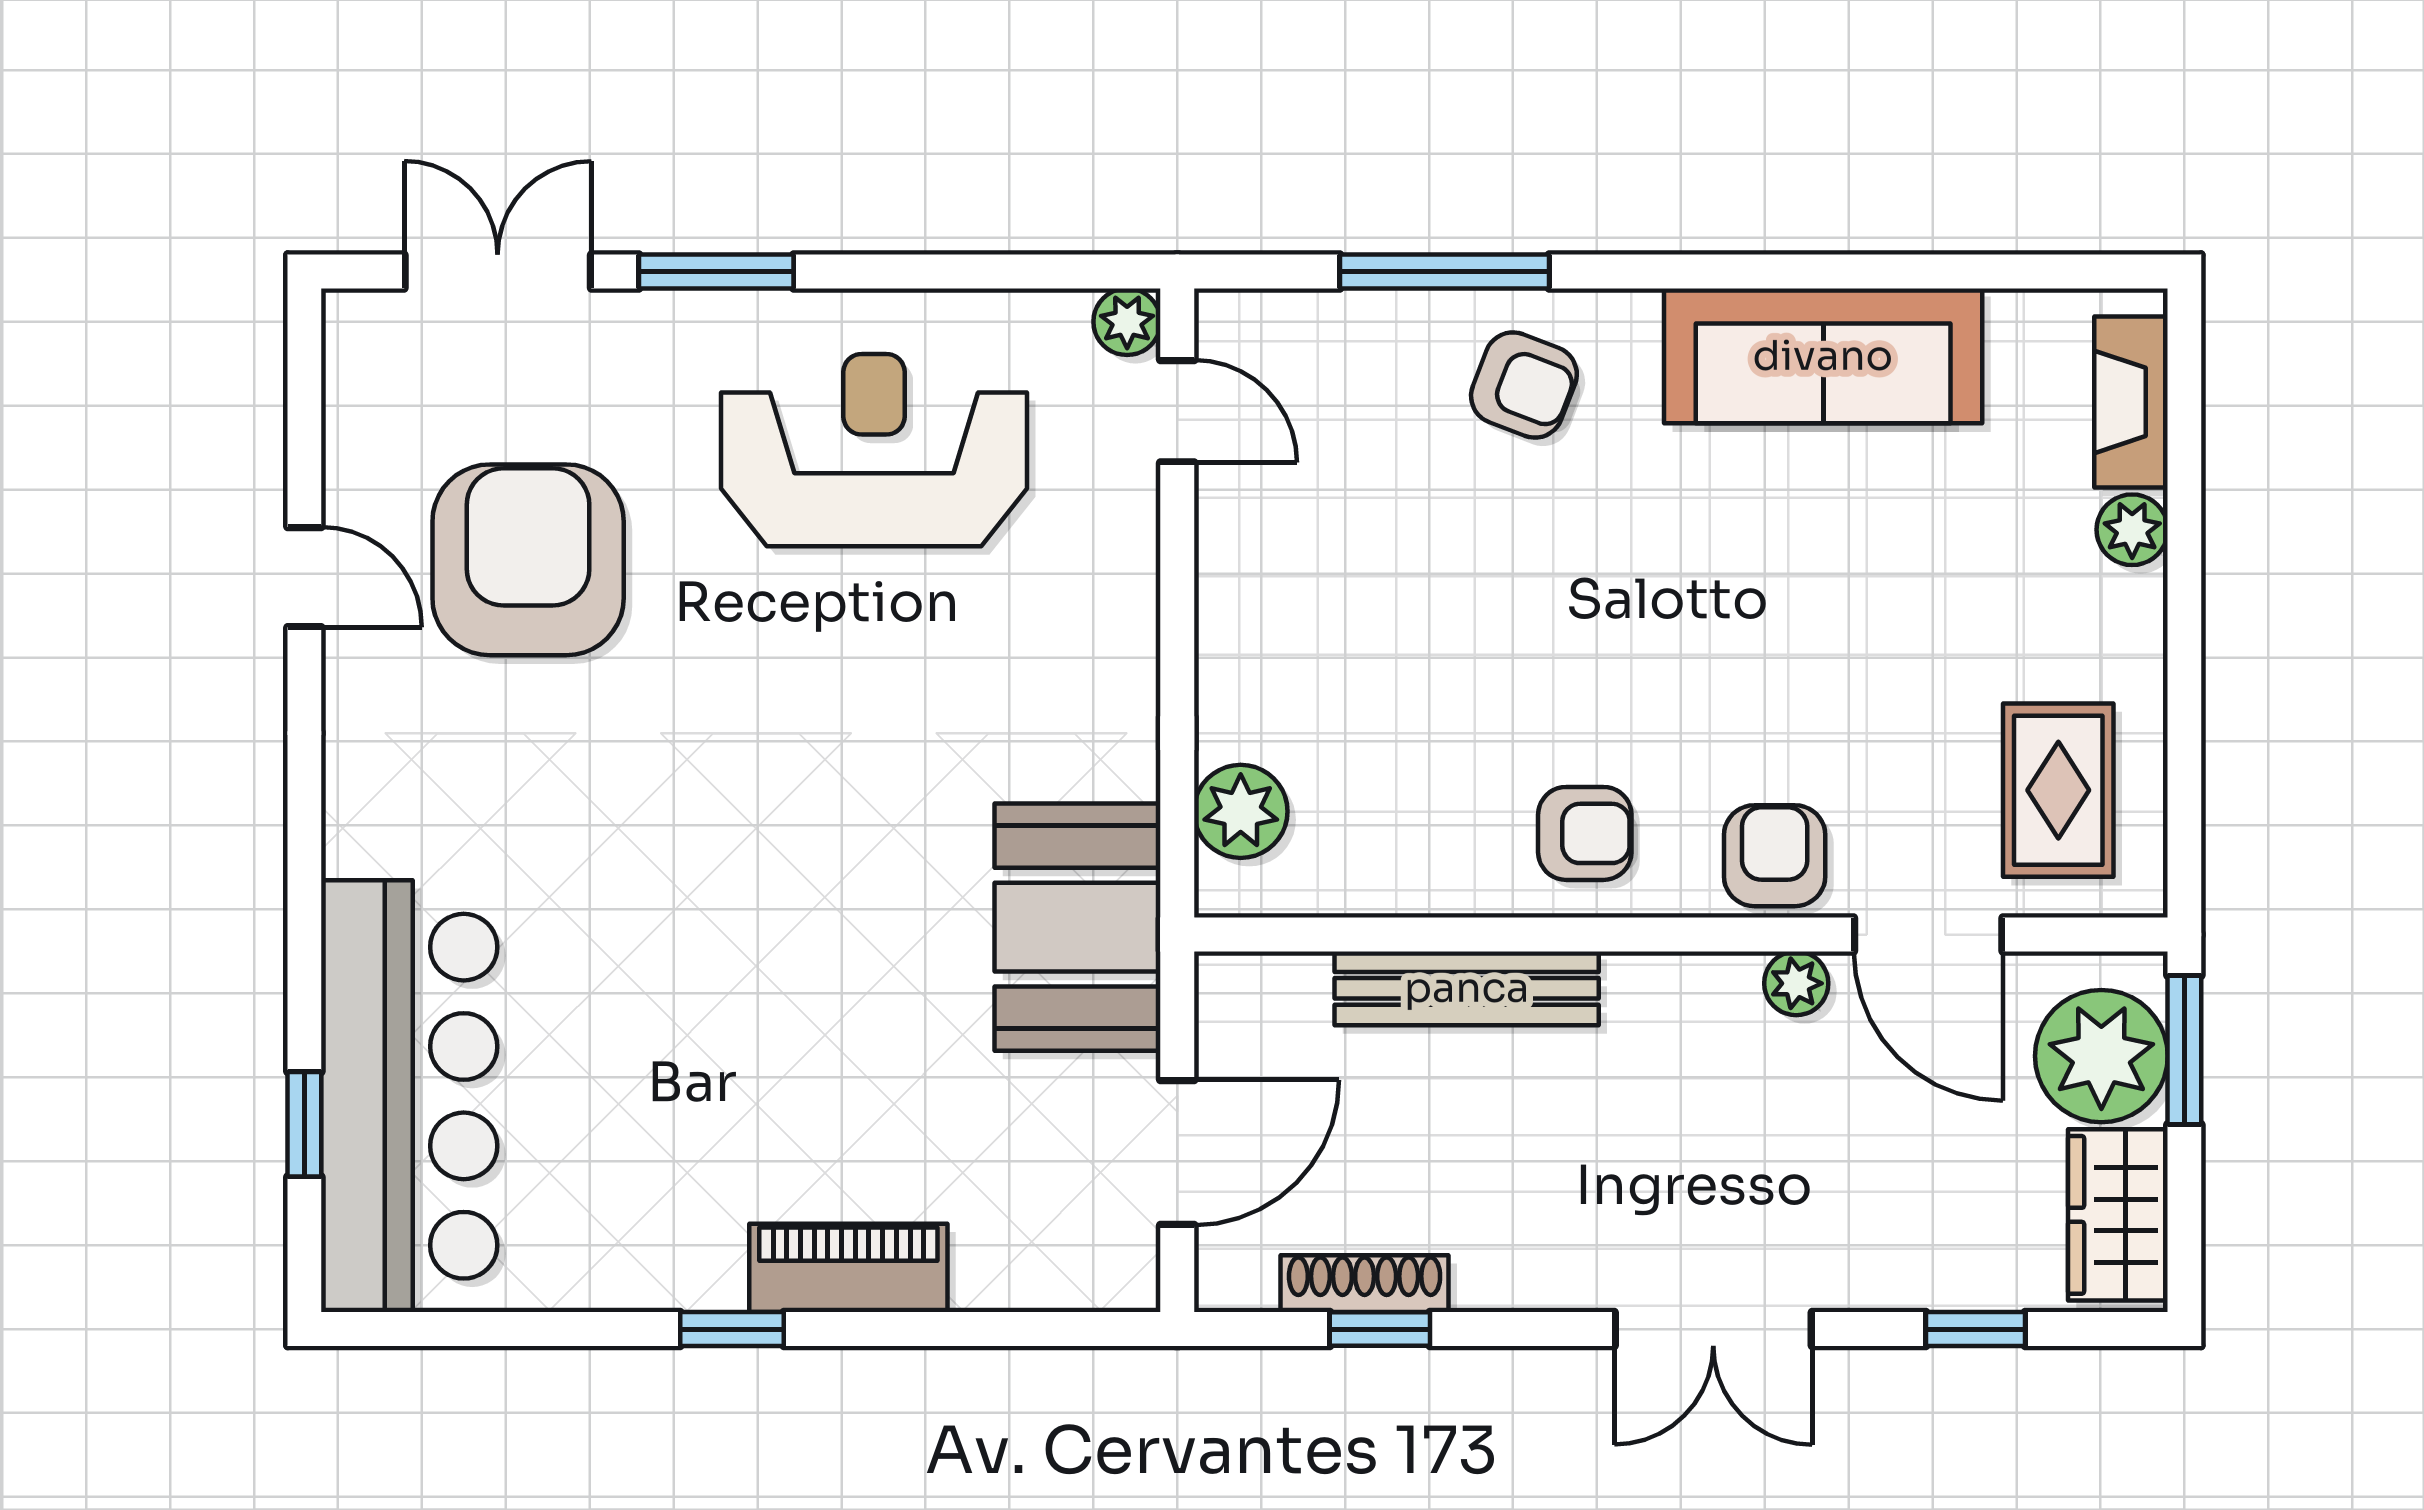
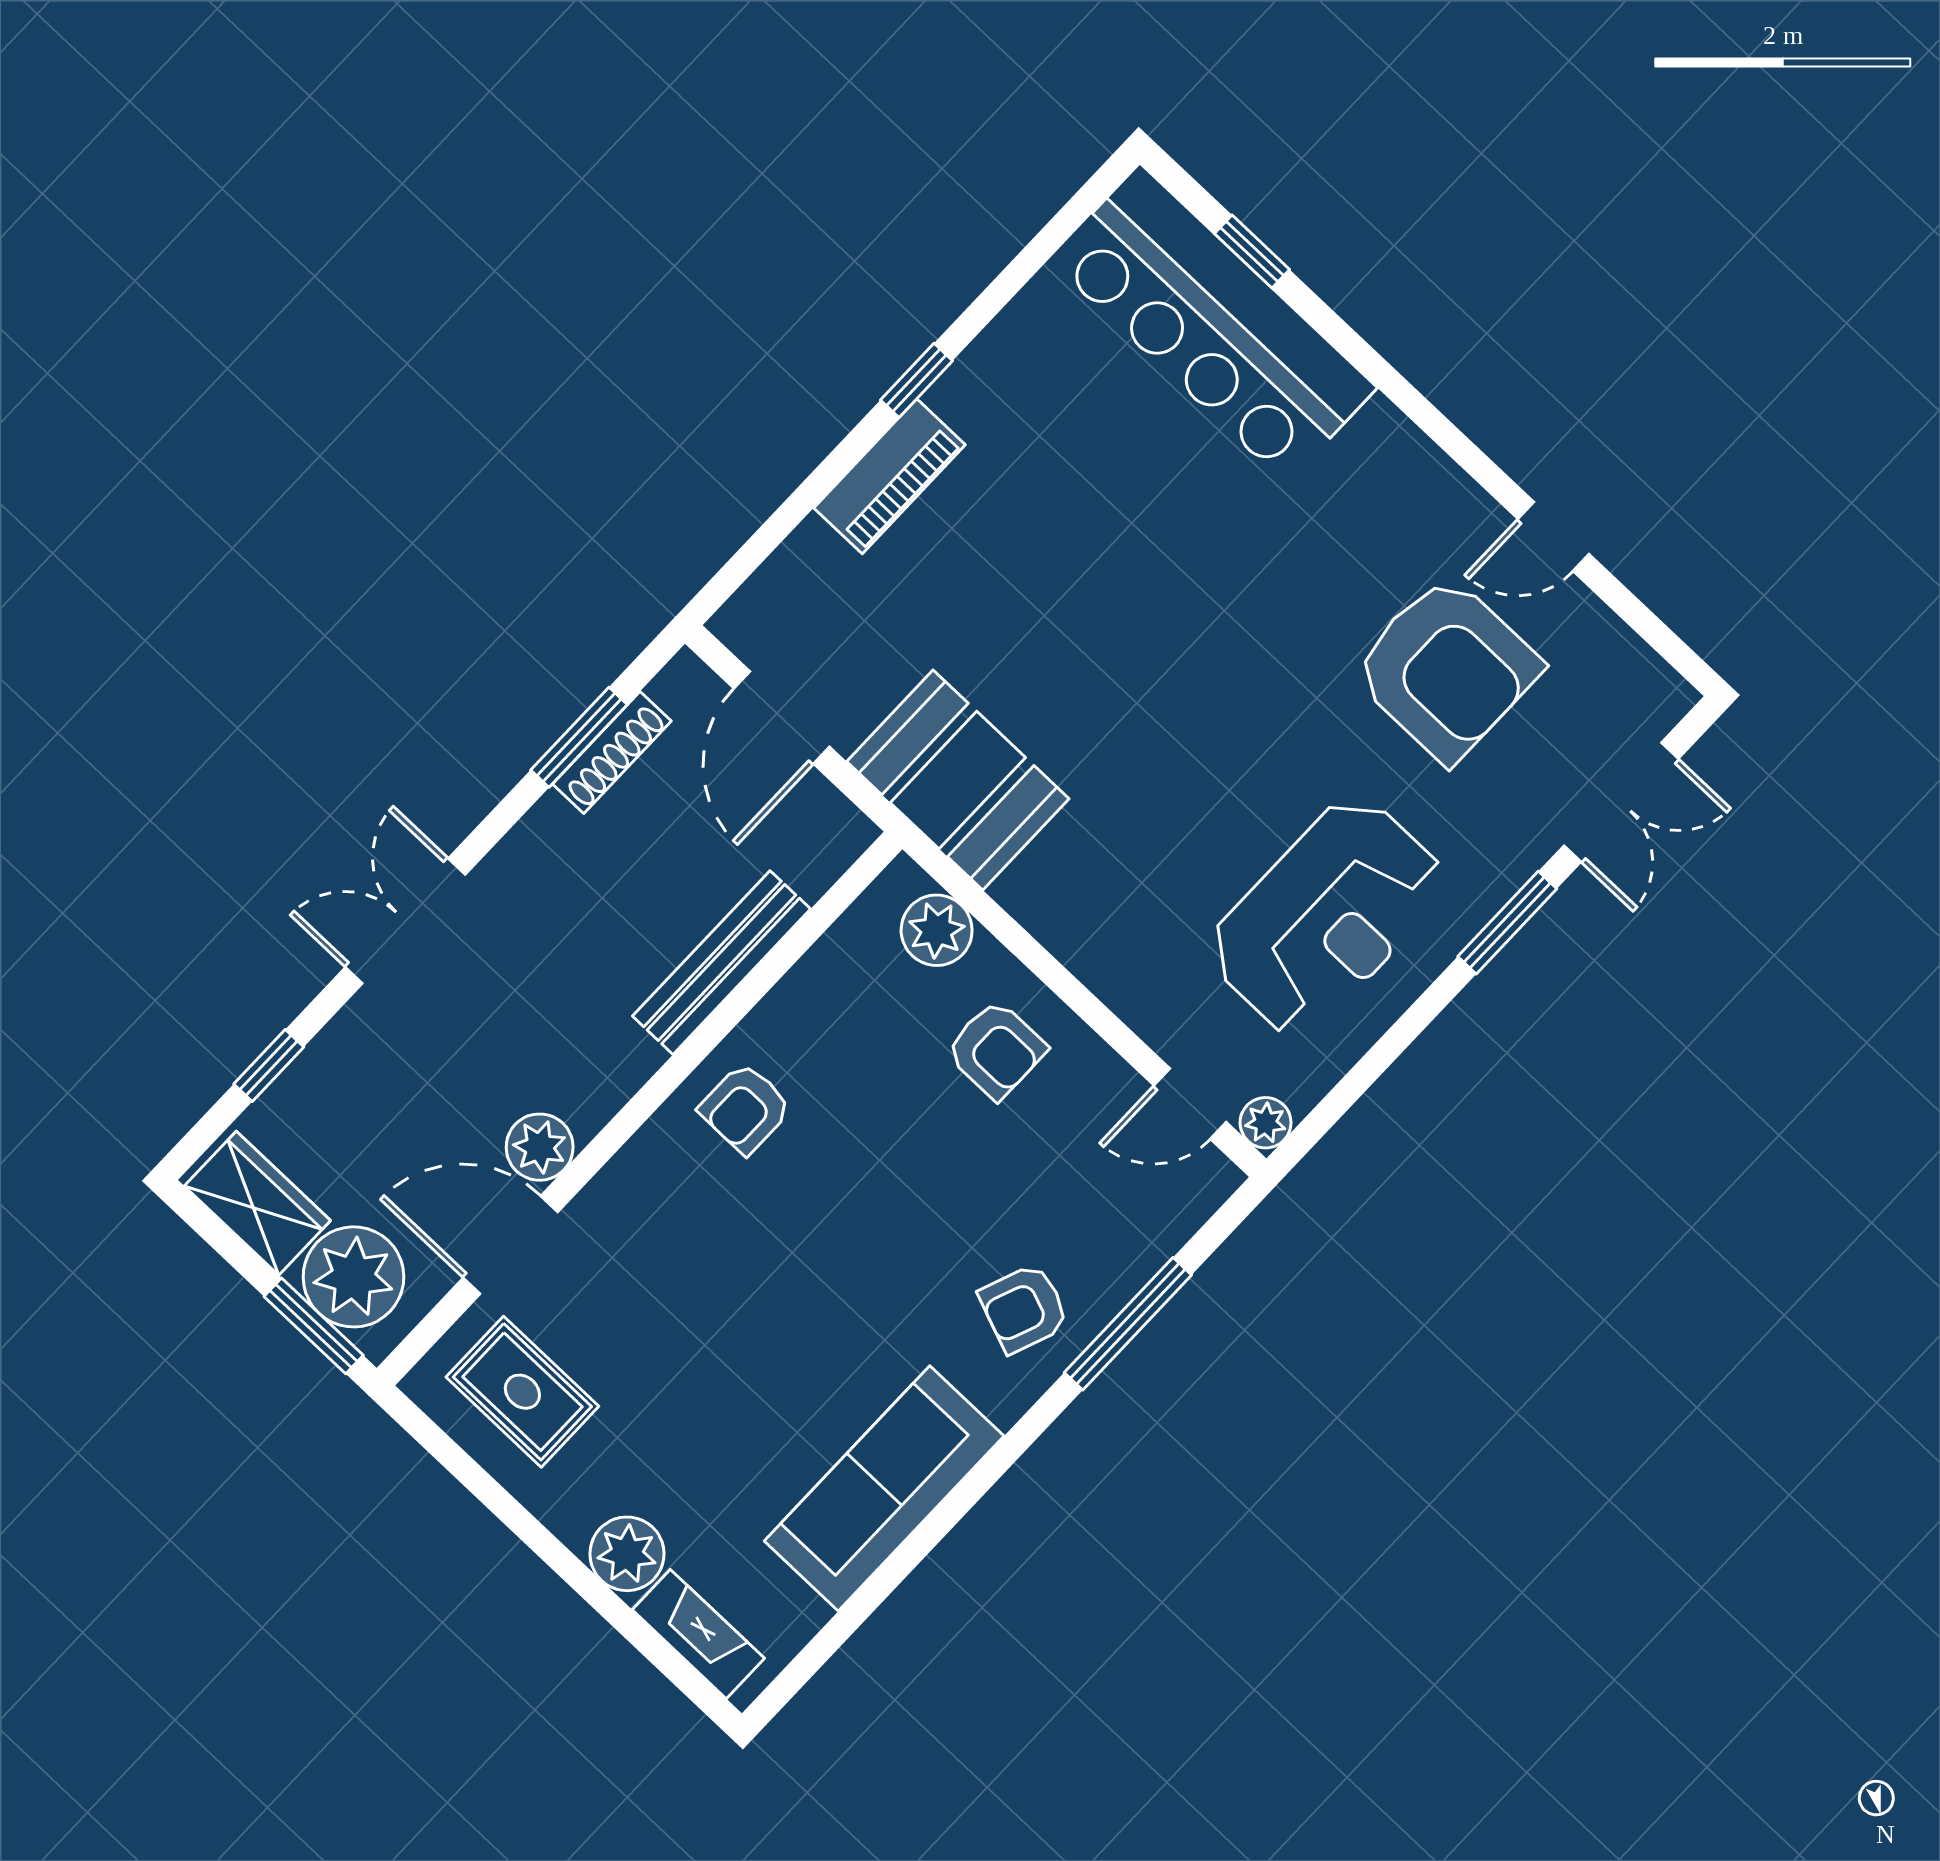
plant: (2132, 530) -> (627, 1554), width x1.38, depth x1.38
armchair: (1775, 856) -> (996, 1050), moved
plant: (1796, 983) -> (540, 1147), width x1.38, depth x1.38
window: (1380, 1329) -> (579, 737), width x1.50

